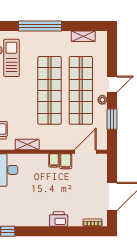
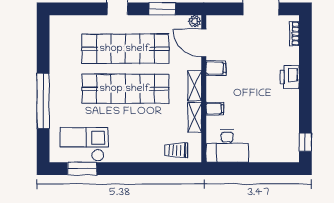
shelving: (83, 36) -> (195, 86), moved
plant: (102, 100) -> (195, 21), moved
filing cabinet: (54, 160) -> (215, 109), moved

